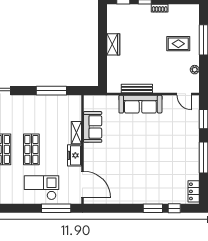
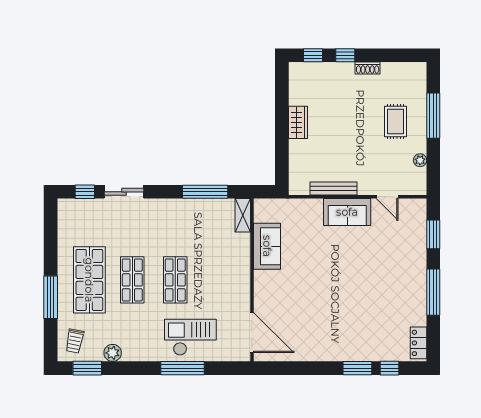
rug: (178, 44) -> (395, 121), turned 90
door: (184, 94) -> (387, 197), moved
sofa: (140, 104) -> (347, 212), width x0.73
shelving: (76, 133) -> (243, 215), moved
freezer: (74, 155) -> (240, 289), removed
window: (56, 208) -> (183, 368), moved

